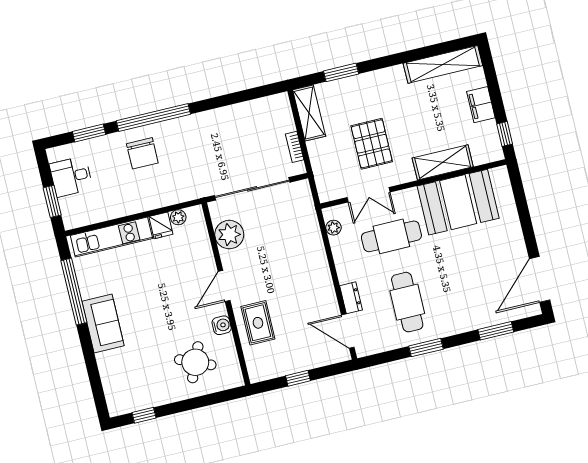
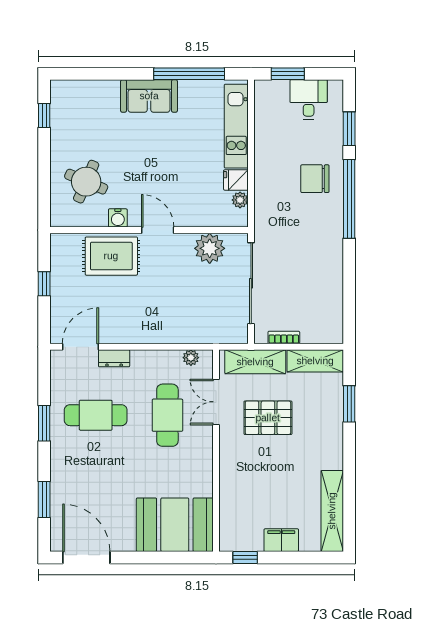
shelving: (443, 162) -> (255, 362), moved, turned 90
booth: (458, 202) -> (175, 525), moved, turned 90
rug: (258, 323) -> (111, 256), width x1.36, depth x1.43

